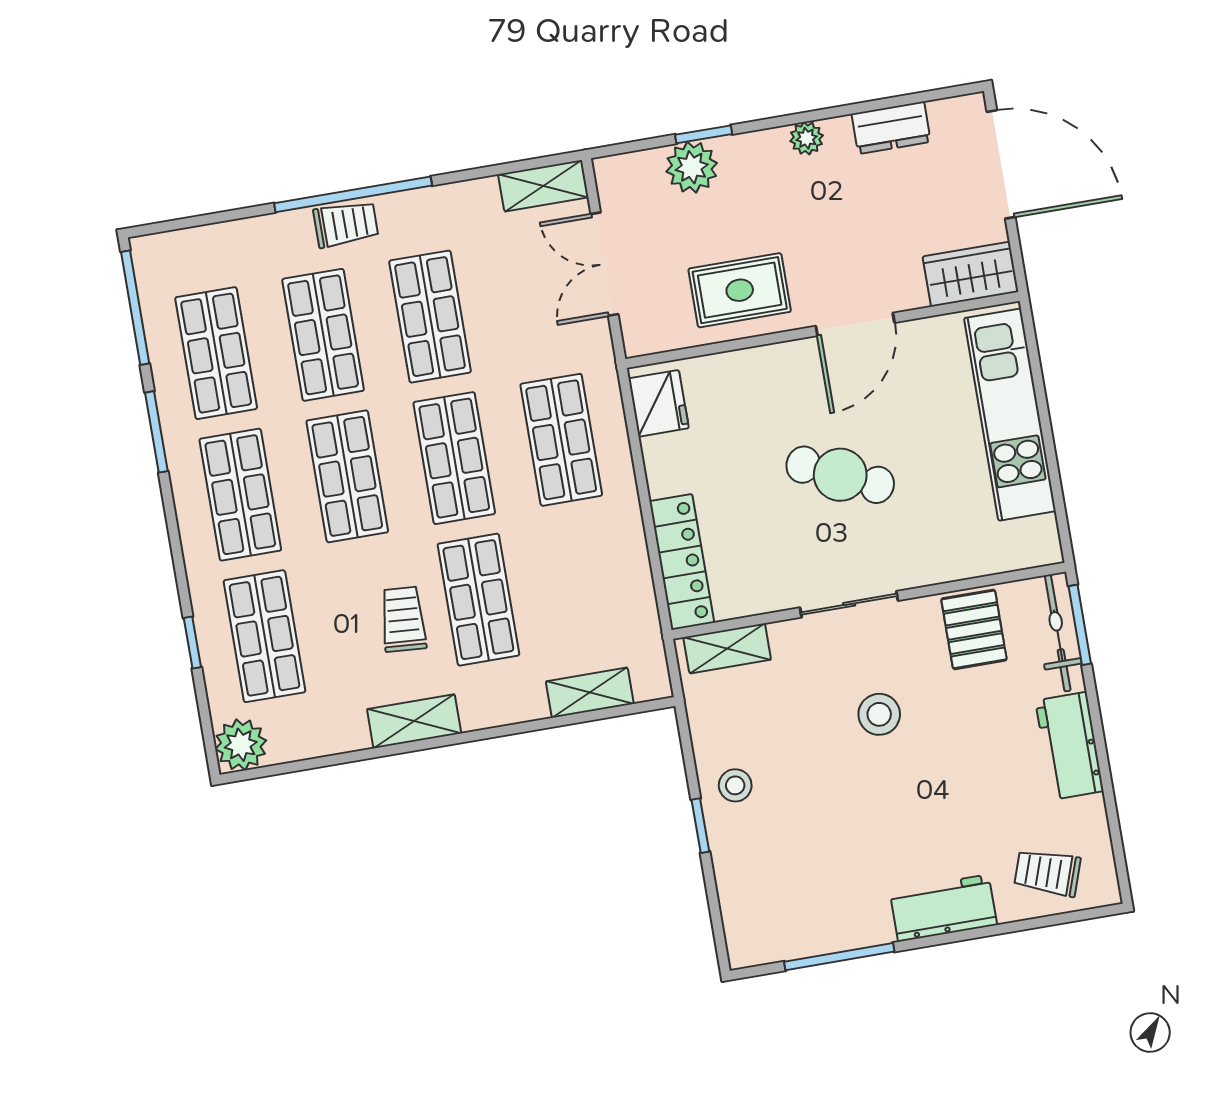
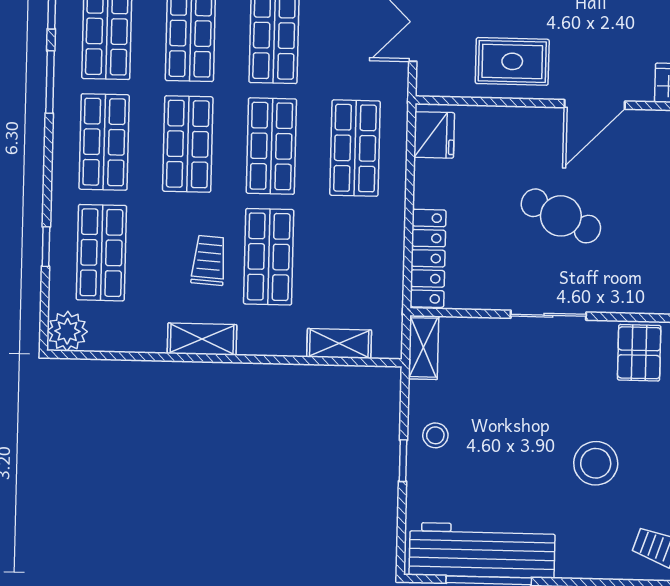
shelving: (727, 648) -> (424, 347), moved, turned 90
stool: (879, 714) -> (596, 463), moved, width x1.38, depth x1.38
workbench: (943, 908) -> (482, 550), moved, width x1.88, depth x1.32

